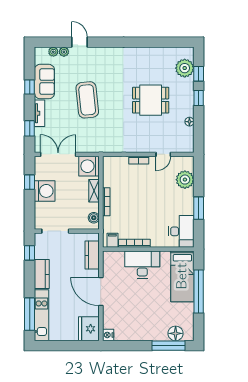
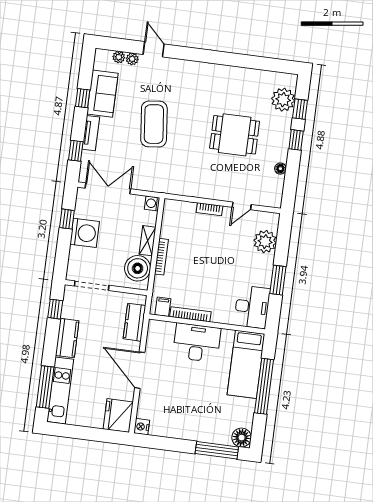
washing machine: (89, 166) -> (152, 203), width x0.53, depth x0.53
boiler: (94, 218) -> (138, 268), width x1.86, depth x1.86
floor lamp: (176, 333) -> (242, 438), moved

